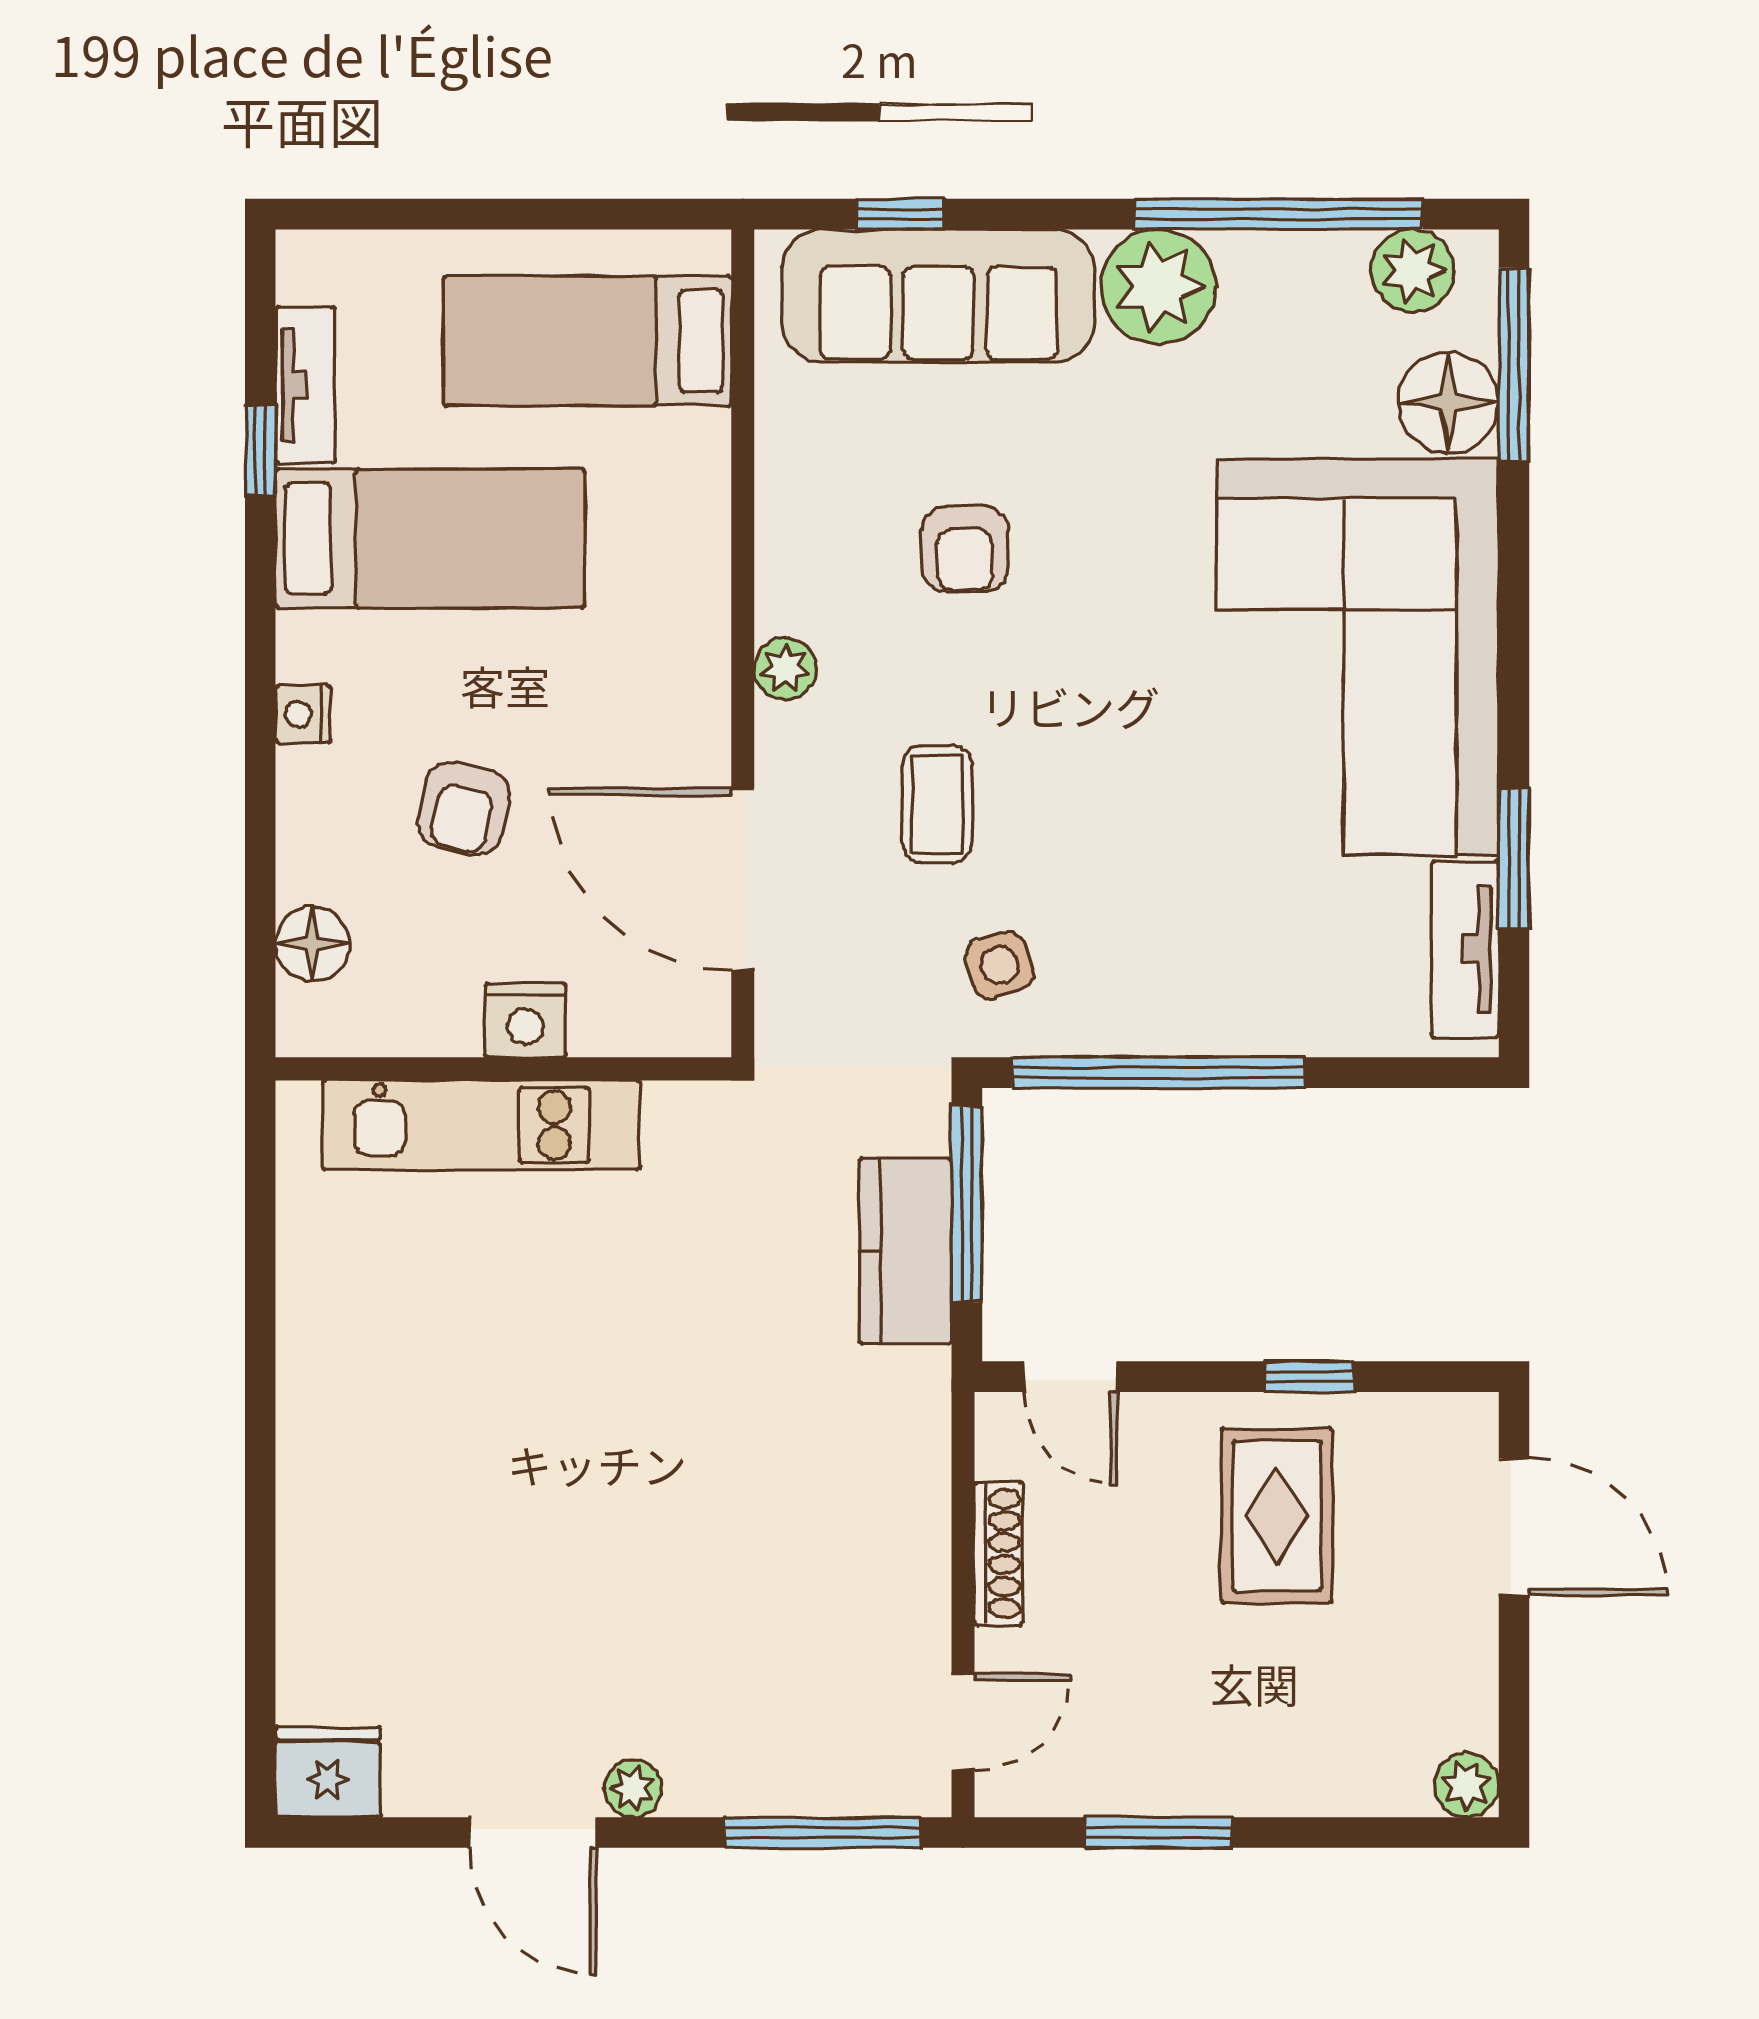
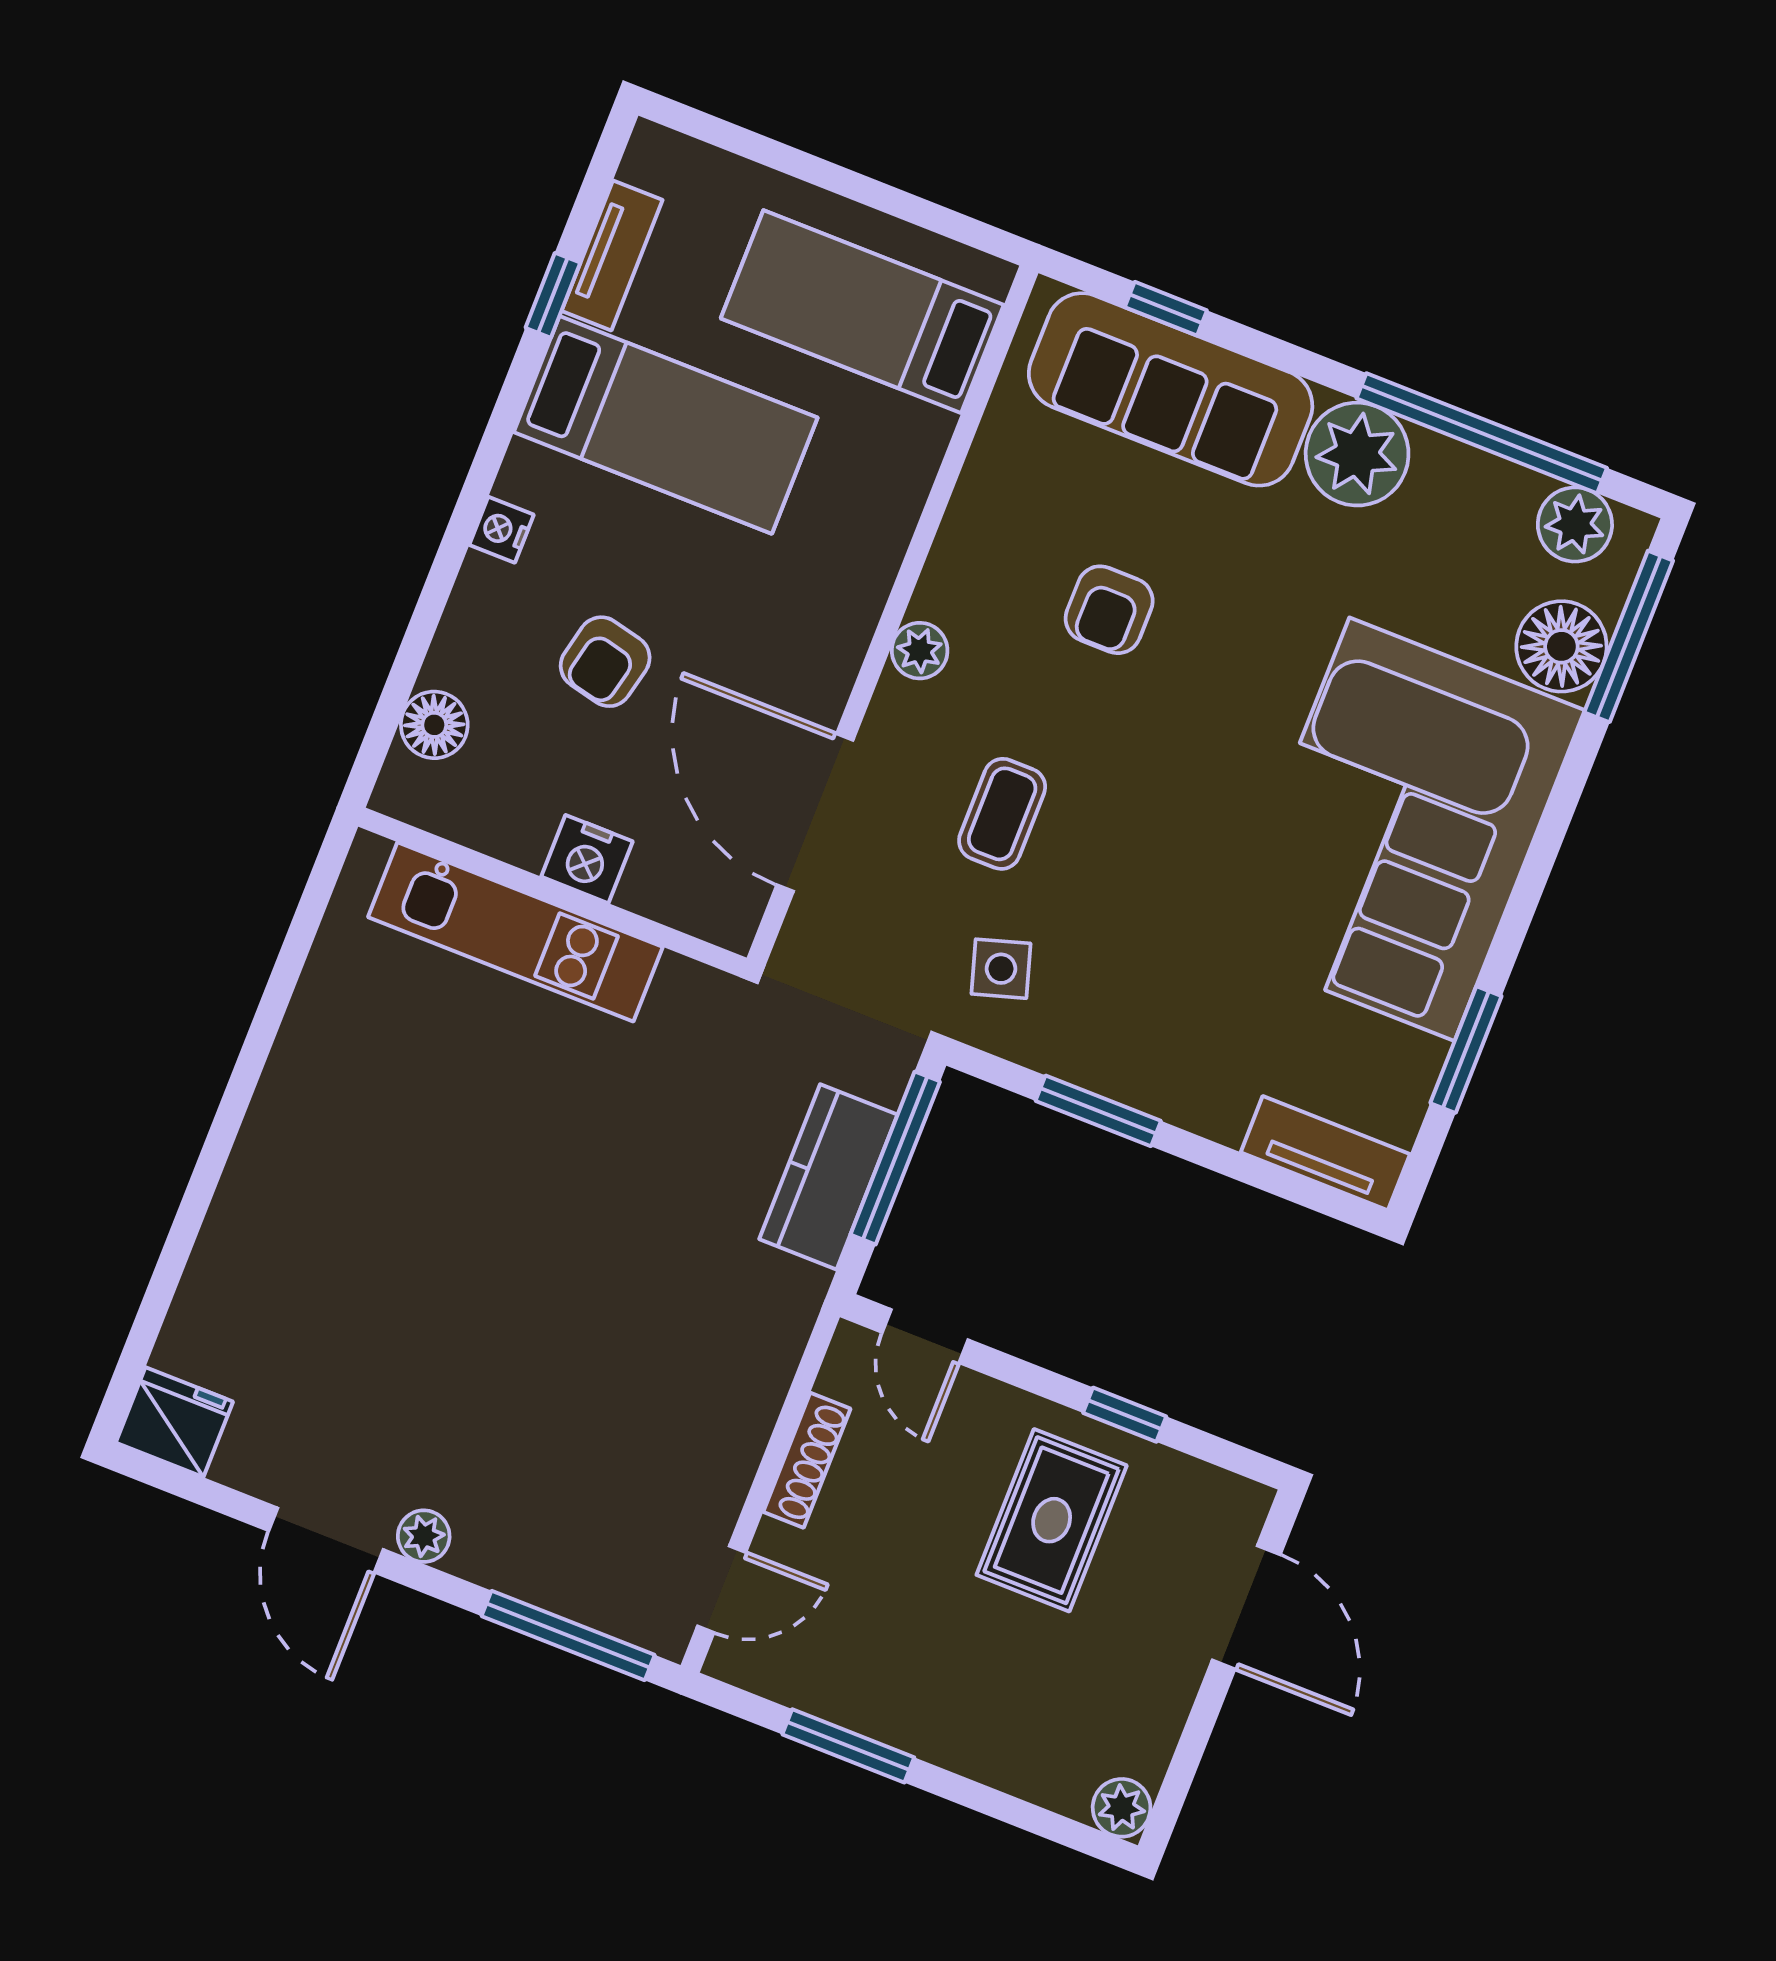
tv unit: (1465, 949) -> (1325, 1153), moved, turned 90
window: (1158, 1073) -> (1098, 1111), width x0.47

